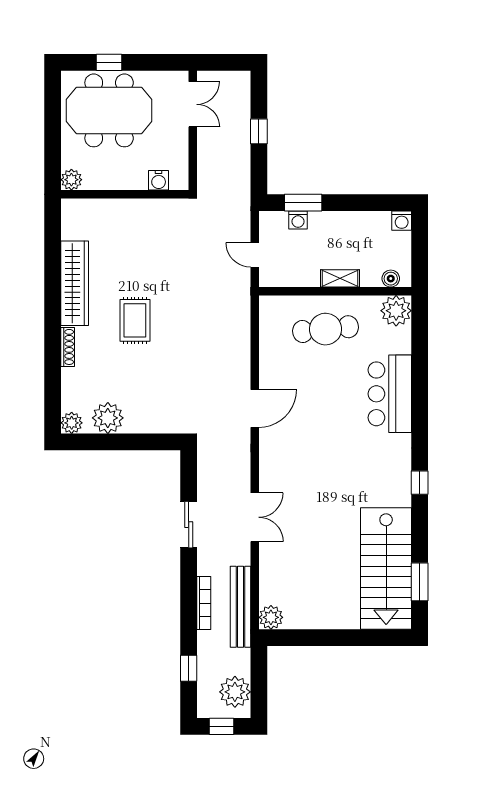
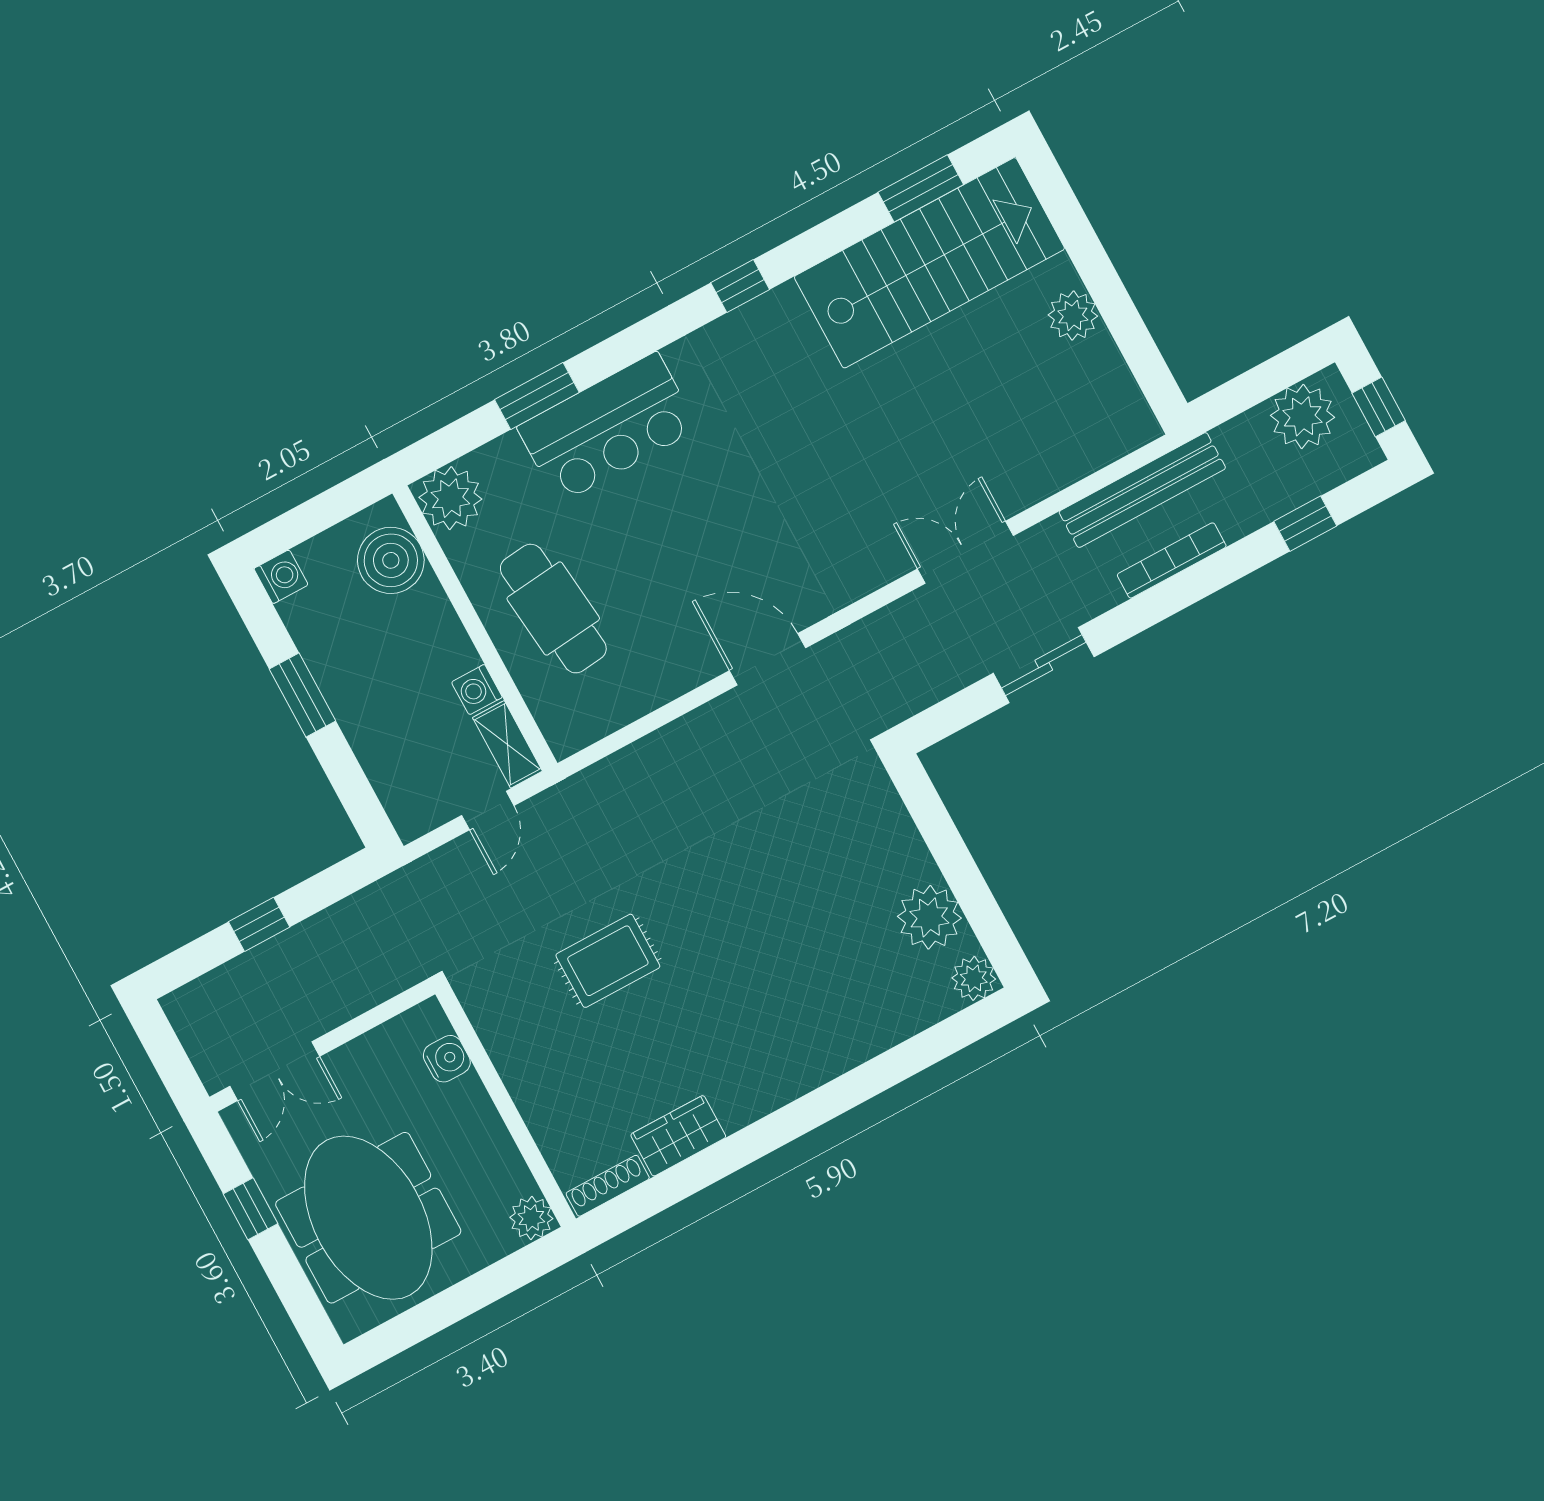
window: (109, 62) -> (250, 1209), moved
double door: (193, 104) -> (275, 1071), swing flipped
window: (303, 203) -> (303, 695), moved
washing machine: (298, 220) -> (477, 690), moved, turned 180
shelving: (340, 278) -> (507, 744), moved
boiler: (391, 279) -> (391, 560), width x1.86, depth x1.86
wardrobe: (75, 283) -> (678, 1136), width x0.48, depth x0.85
rug: (135, 320) -> (608, 961), moved
shoe rack: (68, 347) -> (608, 1186), moved
window: (420, 371) -> (537, 396), added
plant: (271, 617) -> (1073, 316), moved

